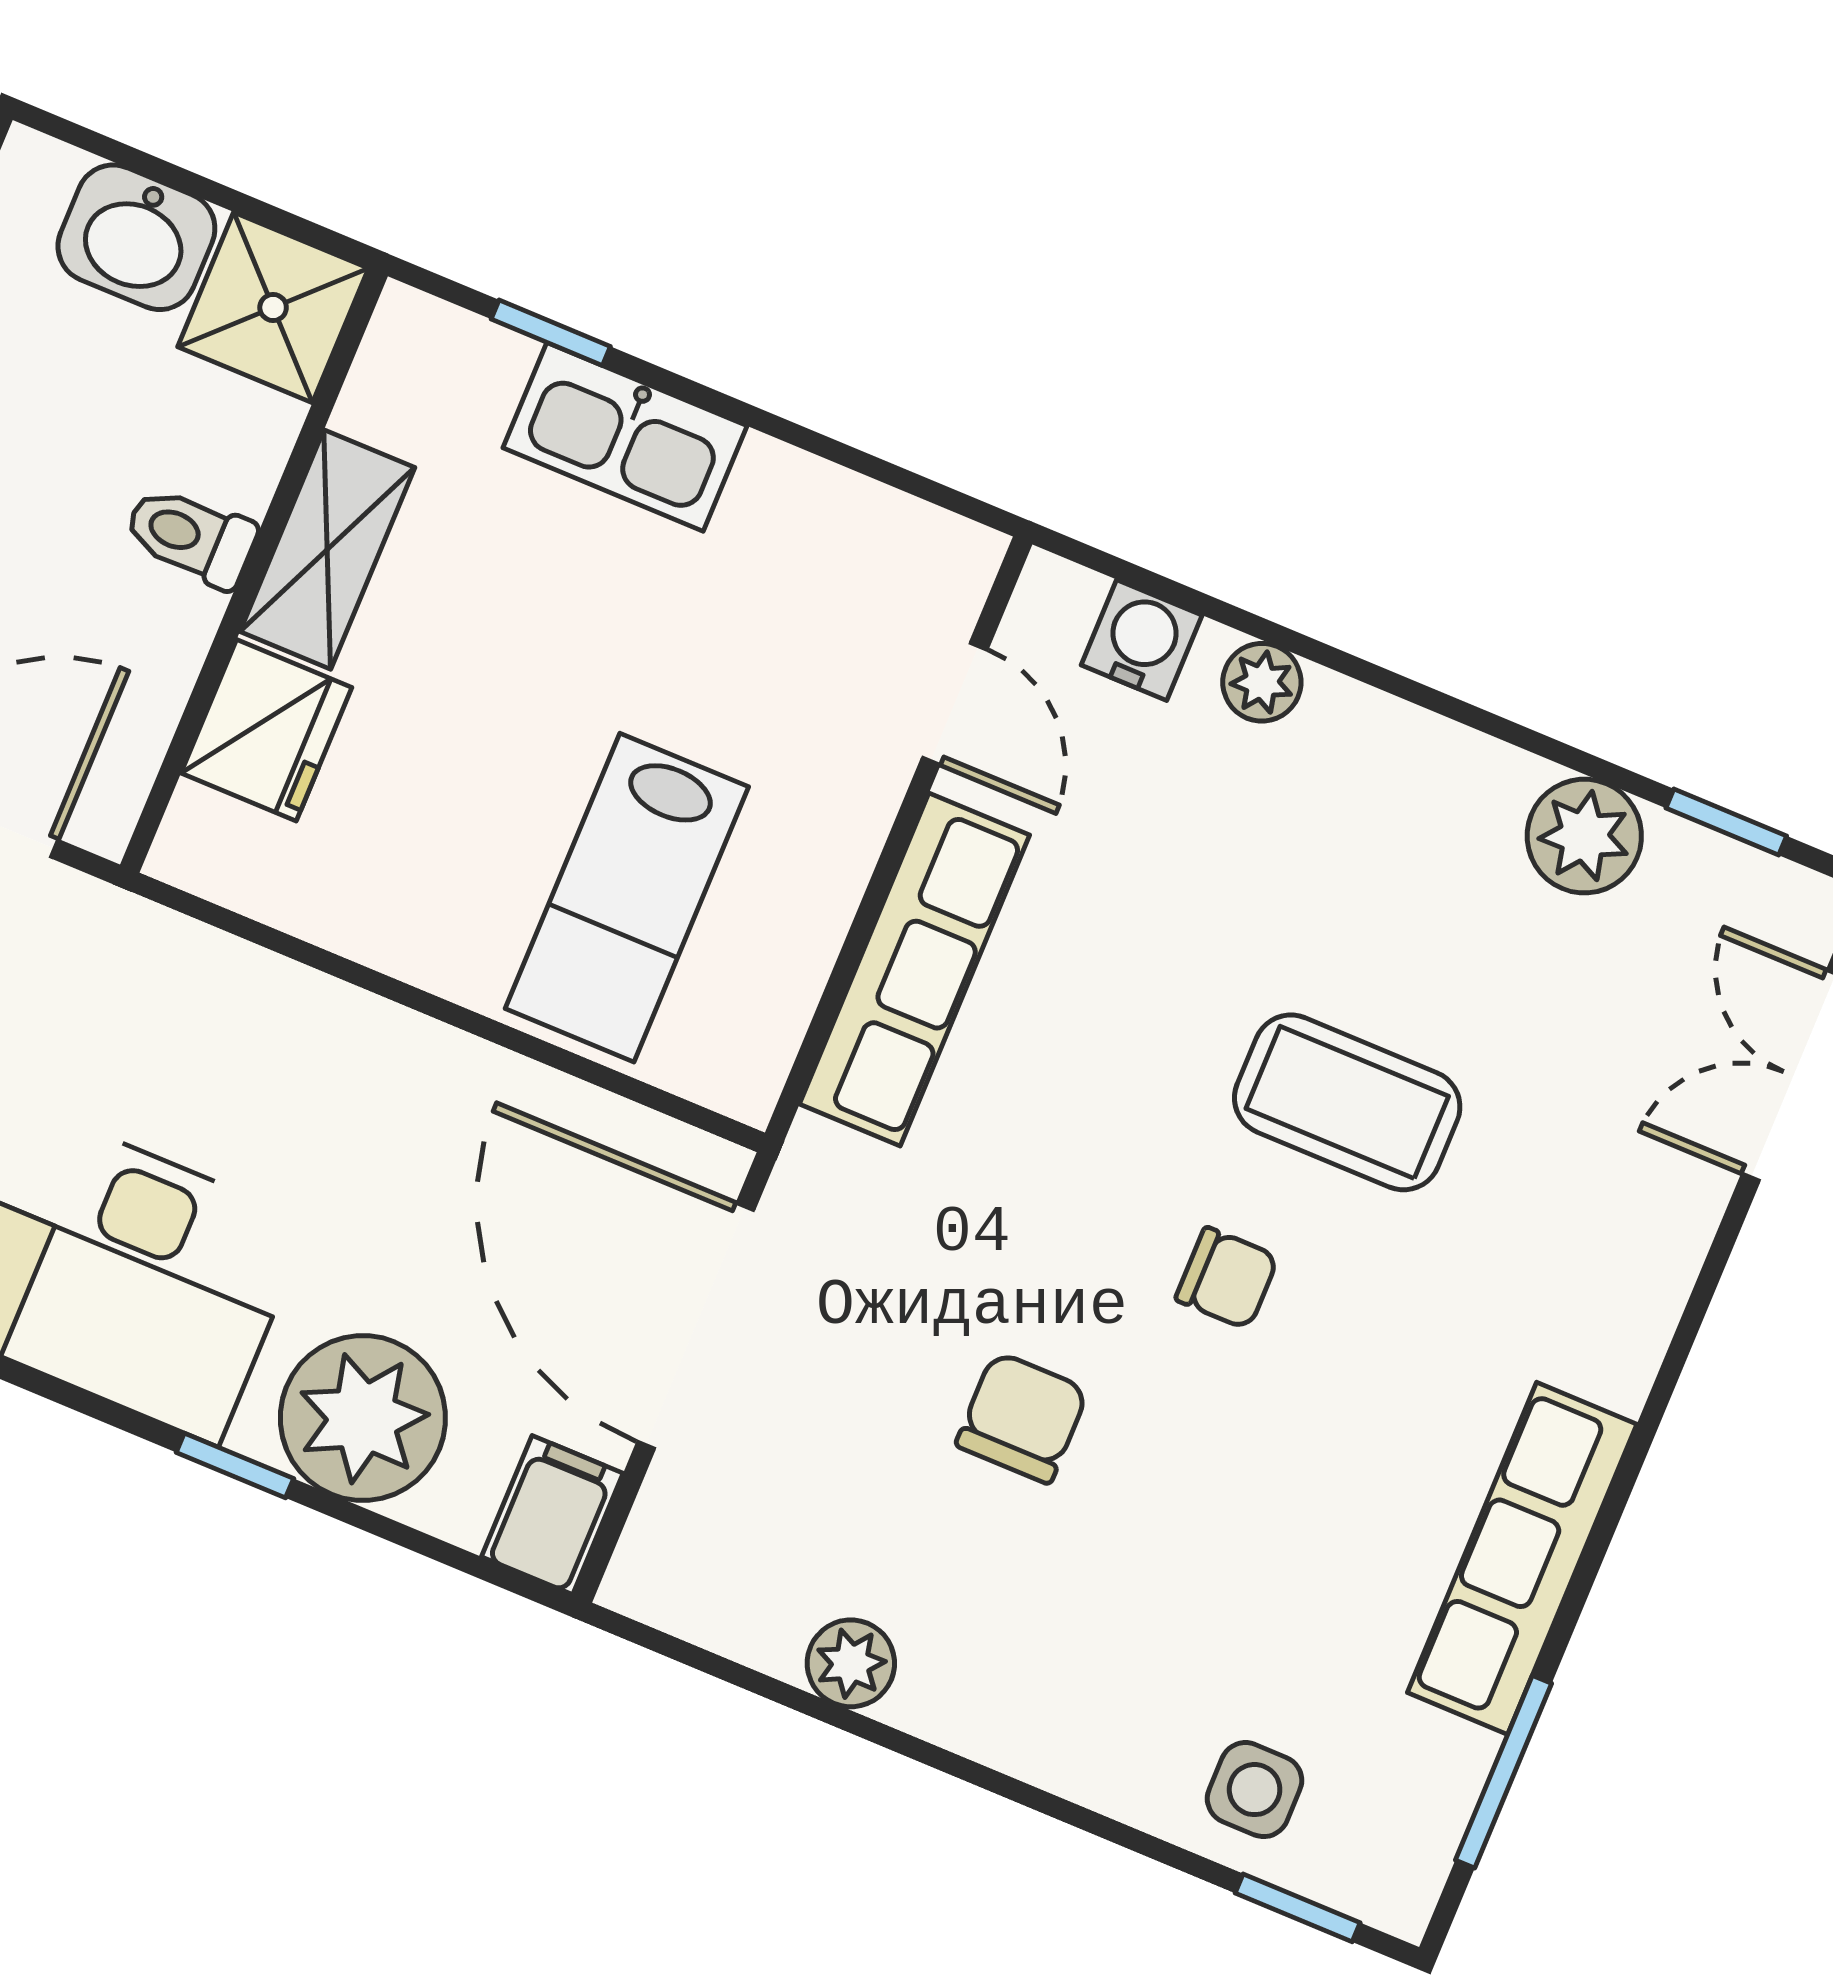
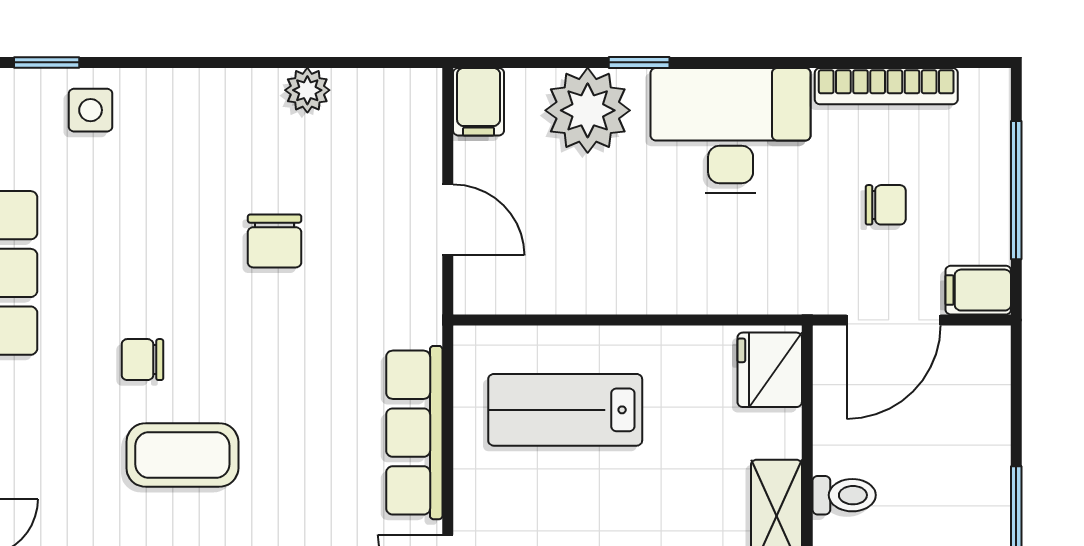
fridge: (266, 730) -> (770, 370), moved
lab bench: (627, 898) -> (565, 410), turned -90
chair: (1227, 1278) -> (142, 360), moved
door: (696, 1326) -> (448, 220), width x0.53

